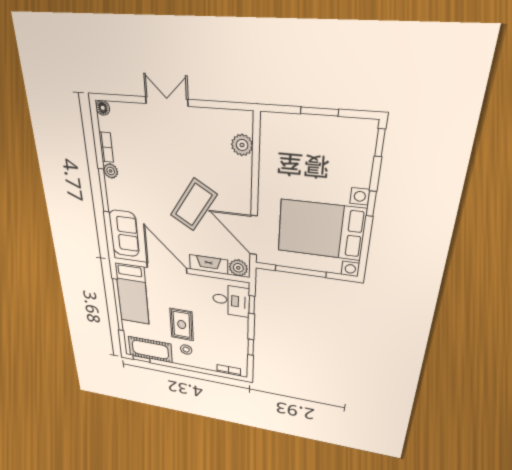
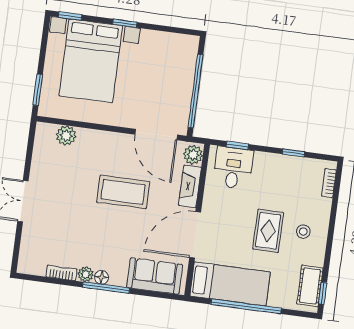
floor lamp: (103, 108) -> (102, 277), moved
window: (319, 112) -> (38, 90), moved
coffee table: (194, 205) -> (123, 192), turned -32
bed with nightstands: (321, 230) -> (91, 61), moved
door: (254, 235) -> (156, 135), hinge flipped
window: (300, 271) -> (195, 91), width x1.46
rug: (182, 325) -> (268, 231), turned 90
cot: (150, 350) -> (310, 286), width x0.73, depth x0.75

